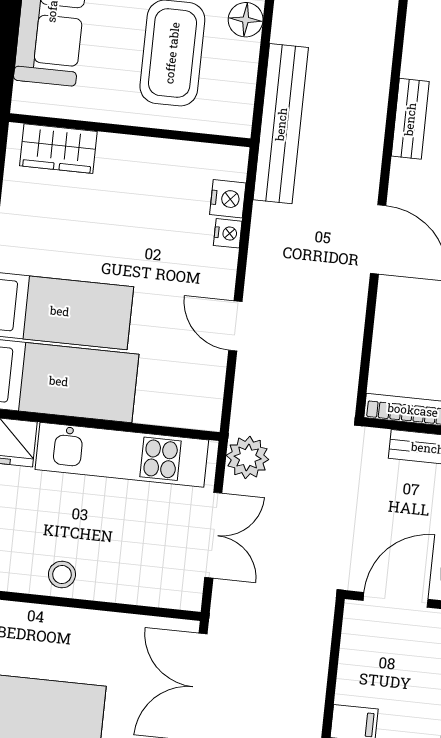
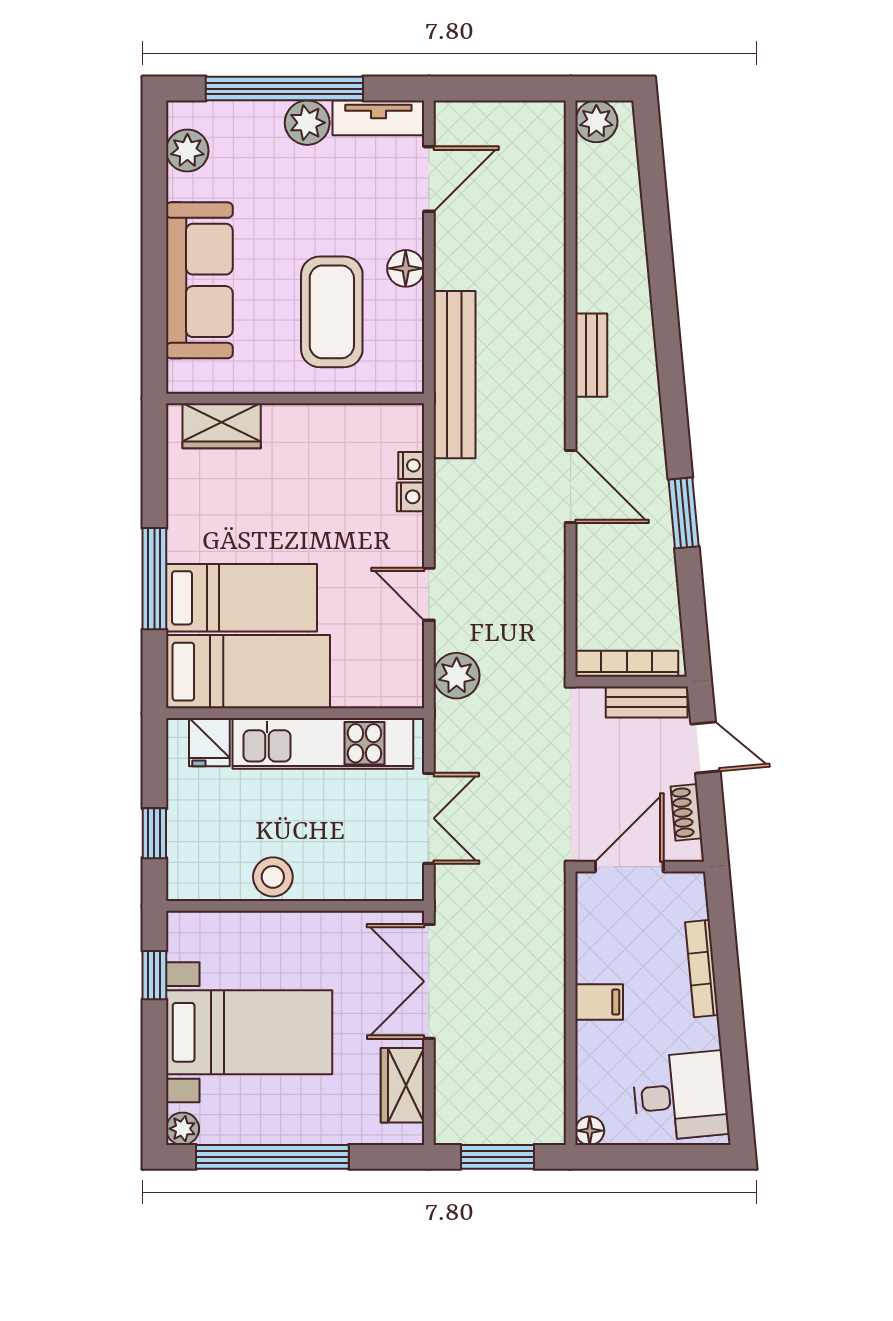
nightstand: (228, 199) -> (411, 465), width x0.72, depth x0.74
plant: (248, 457) -> (457, 676), moved
stool: (62, 574) -> (273, 877), width x1.37, depth x1.37

